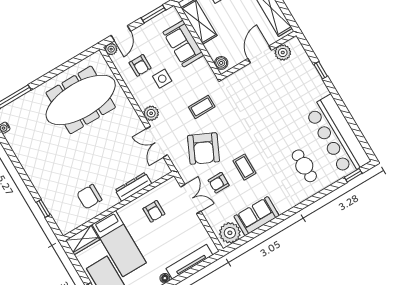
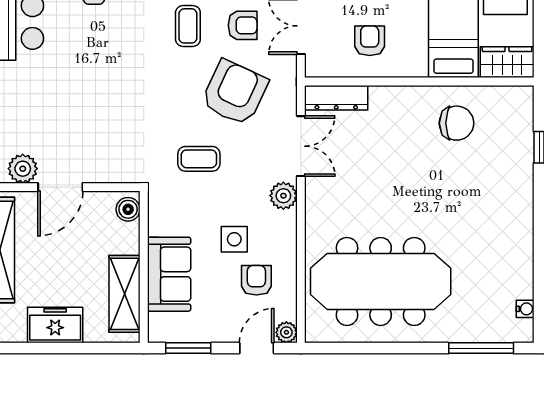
dresser: (133, 187) -> (336, 98), moved

